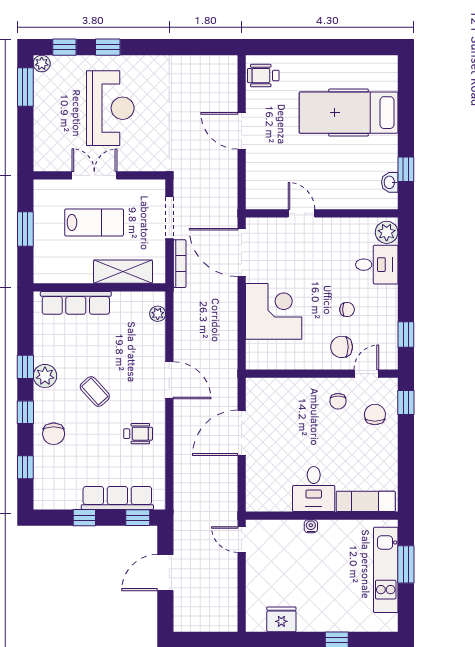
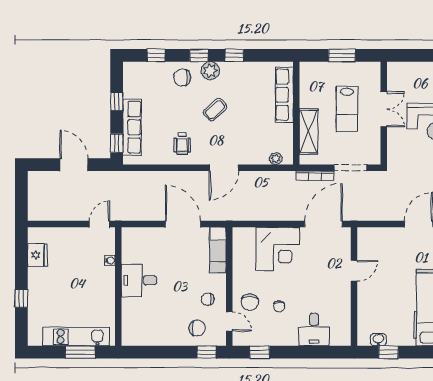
plant: (387, 232) -> (339, 337), removed
chair: (342, 347) -> (250, 302), turned 180
plant: (45, 376) -> (210, 71), moved
exam couch: (366, 501) -> (218, 250), moved, turned 180
water cooler: (311, 526) -> (110, 260), moved

